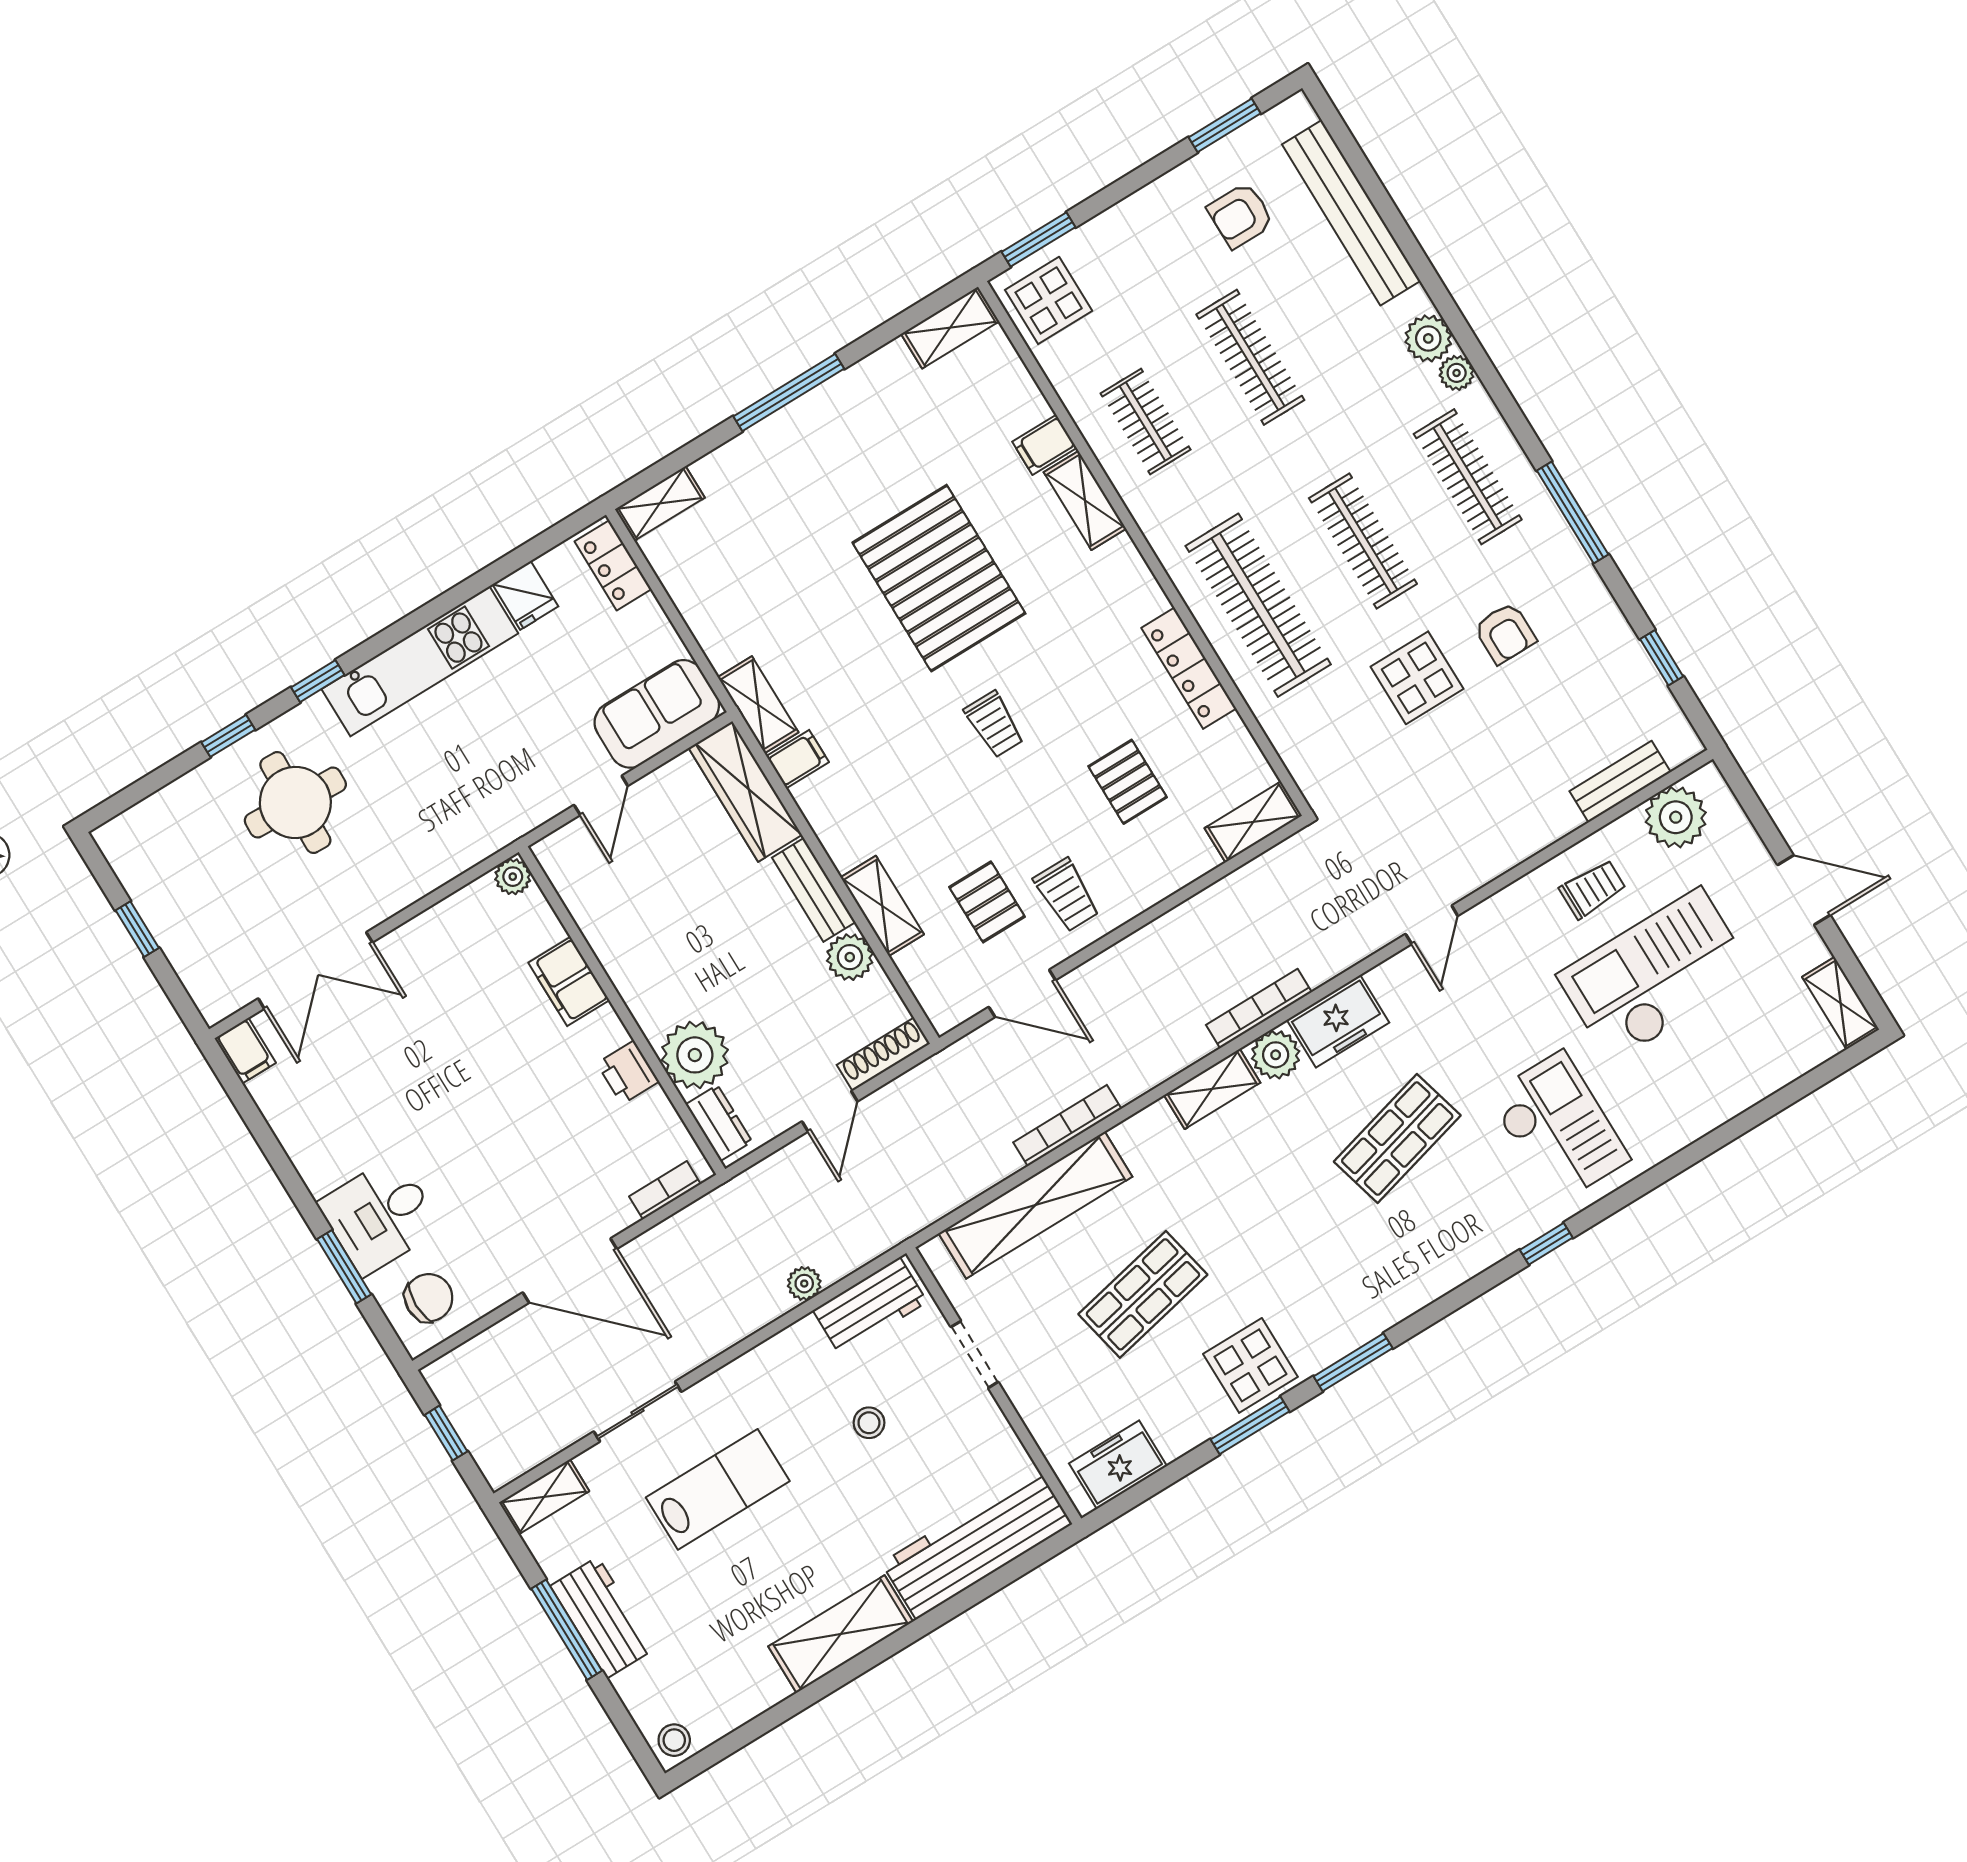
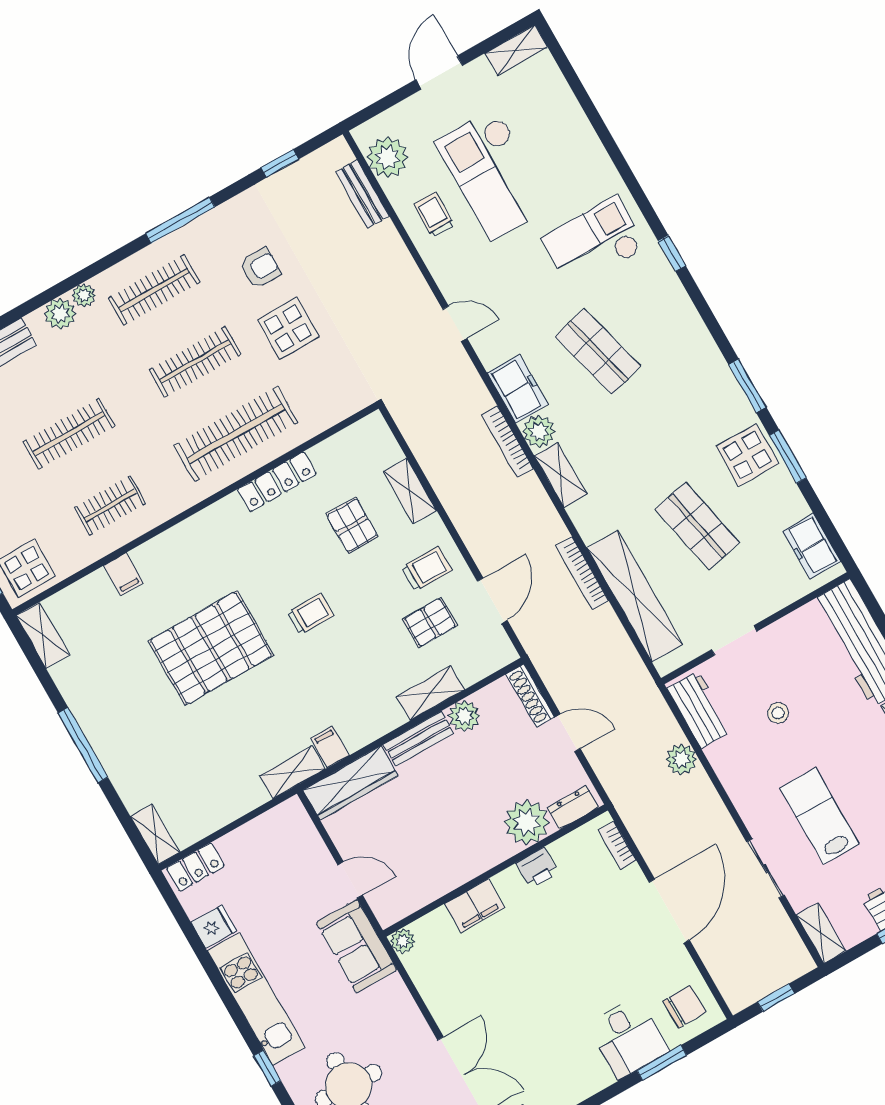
shelving: (1085, 500) -> (162, 548), removed
sofa: (657, 714) -> (357, 946), moved
pallet: (1128, 782) -> (352, 525), turned 90
shelving: (1253, 822) -> (410, 491), moved
plant: (804, 1284) -> (681, 759), width x1.38, depth x1.38
chair: (429, 1298) -> (685, 1007), turned 90

